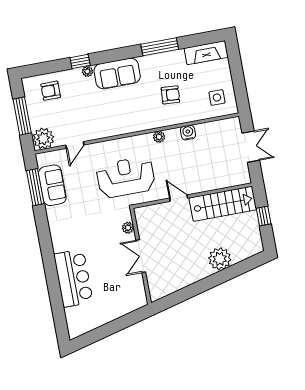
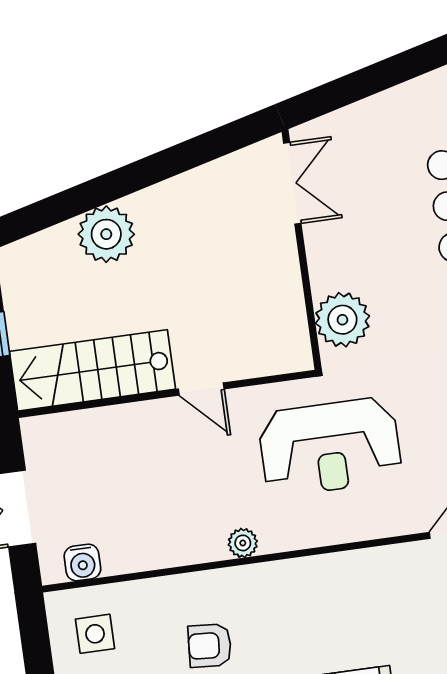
water cooler: (188, 133) -> (82, 563), moved
plant: (128, 228) -> (342, 320), width x1.88, depth x1.88
double door: (141, 256) -> (292, 183), moved

